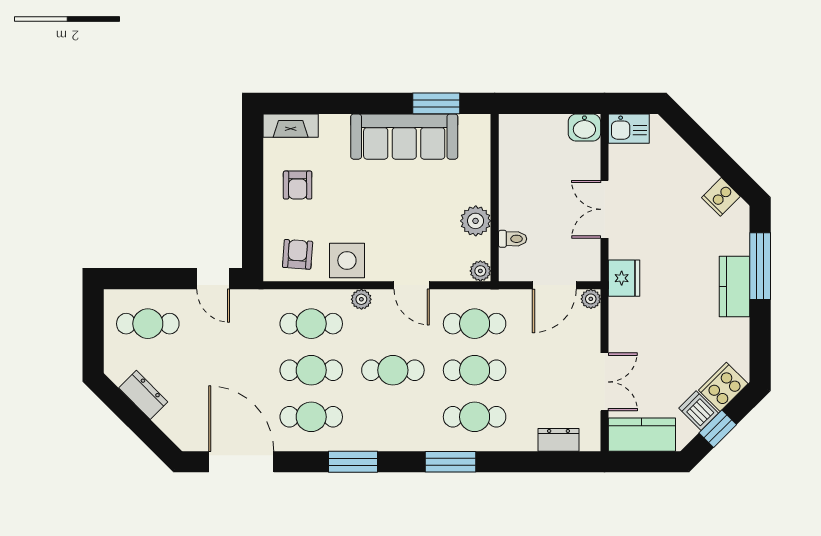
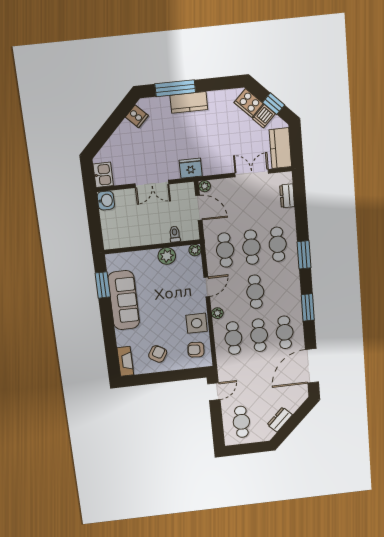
armchair: (298, 185) -> (158, 354), turned -59

